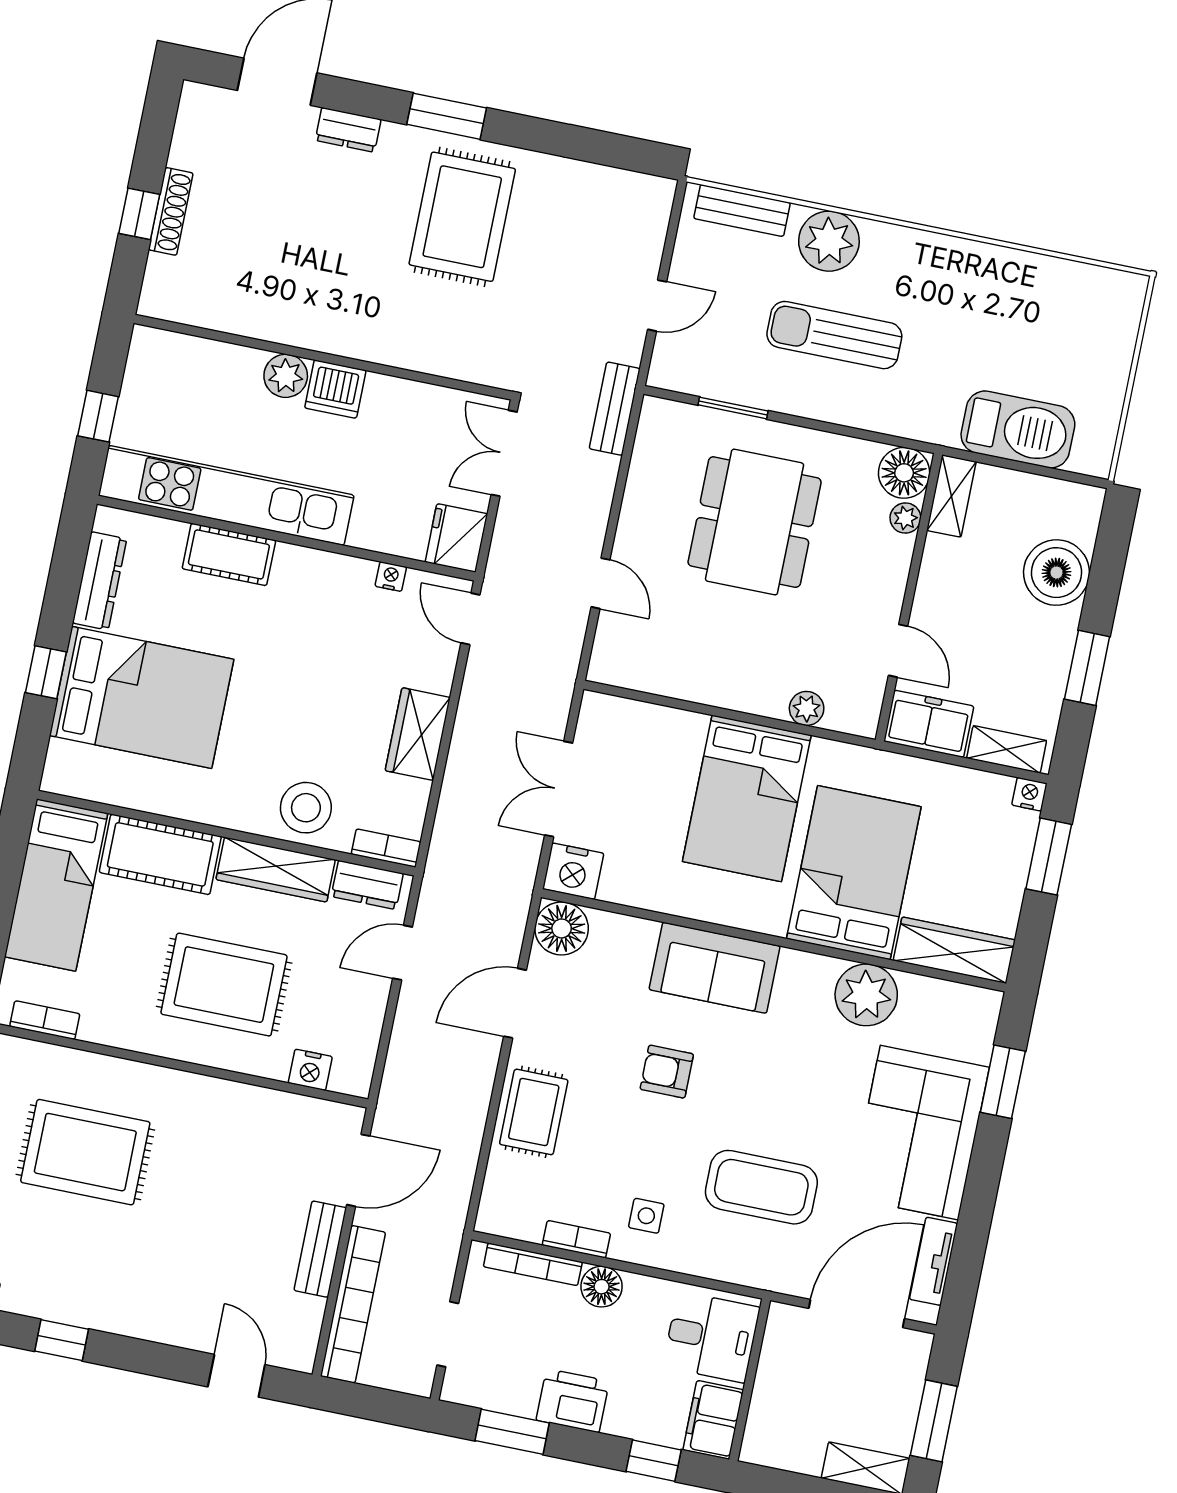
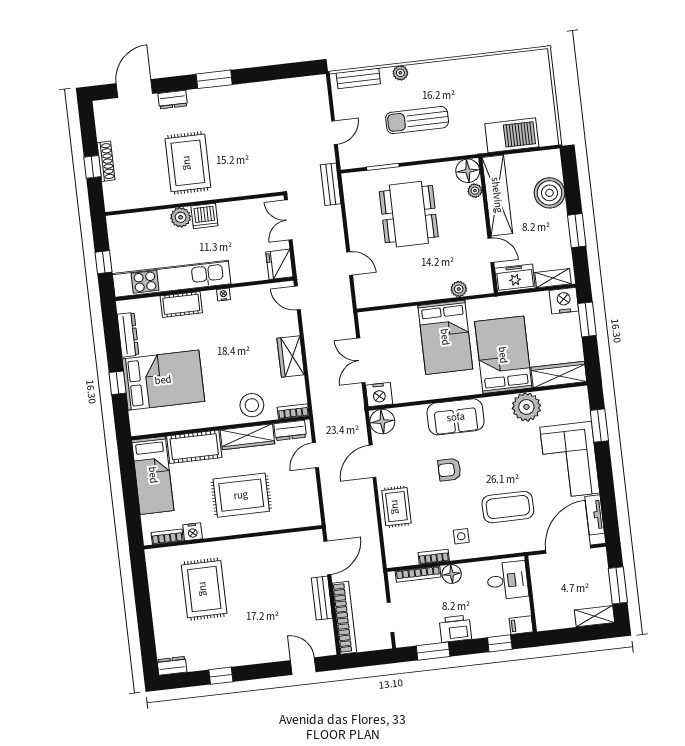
rug: (462, 217) -> (188, 163), moved
plant: (829, 241) -> (400, 73), width x0.53, depth x0.53
shelving: (951, 496) -> (497, 195), width x2.20, depth x1.33
nightstand: (391, 577) -> (223, 295), moved
nightstand: (1029, 794) -> (564, 301), width x1.89, depth x1.79
nightstand: (310, 1070) -> (193, 532), moved
rug: (85, 1152) -> (204, 589), turned 90
filing cabinet: (713, 1420) -> (521, 625), width x0.50

